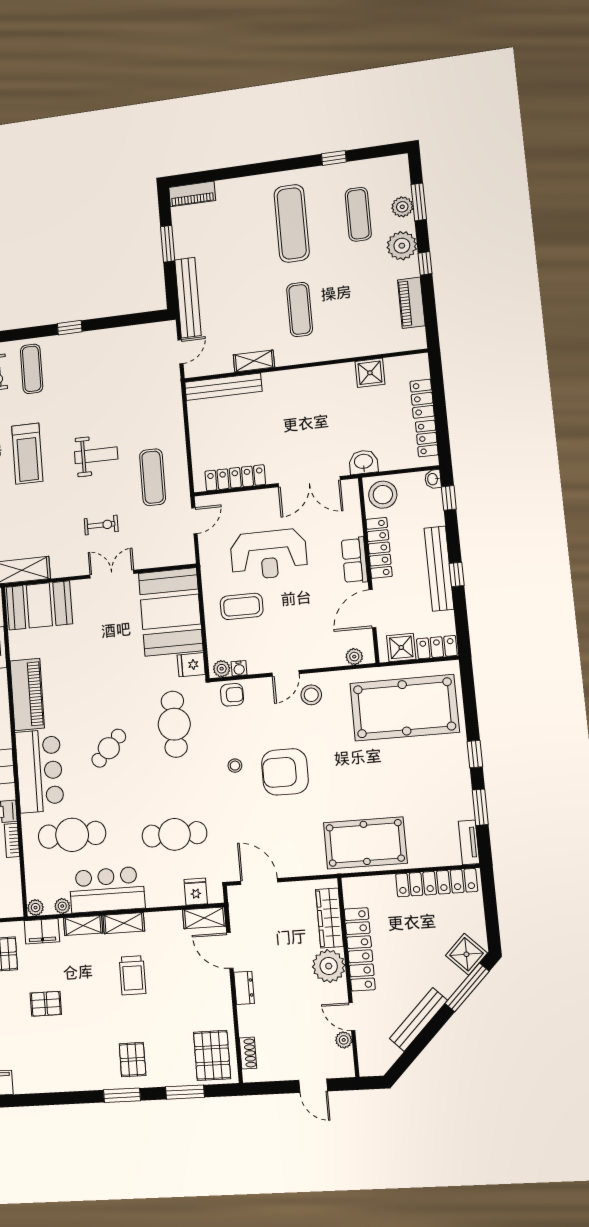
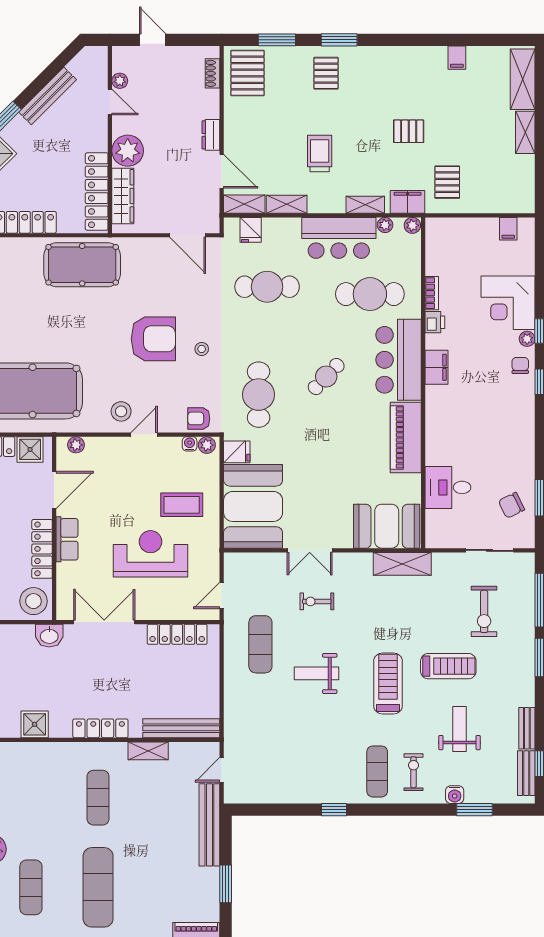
locker: (303, 377) -> (100, 728), added
shelving: (124, 923) -> (287, 204), moved
locker: (360, 949) -> (97, 192), moved

